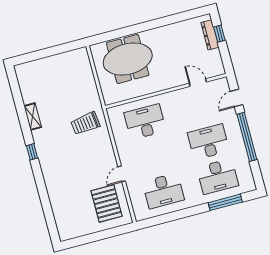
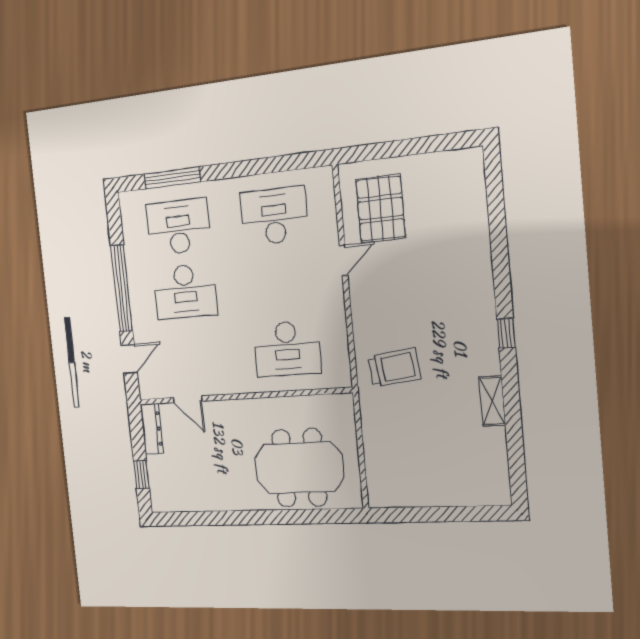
dresser: (210, 35) -> (152, 429), moved

